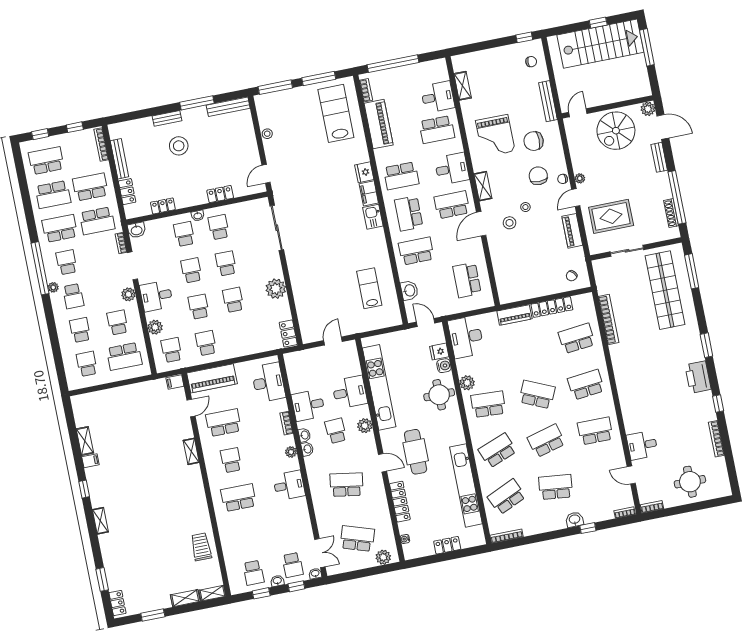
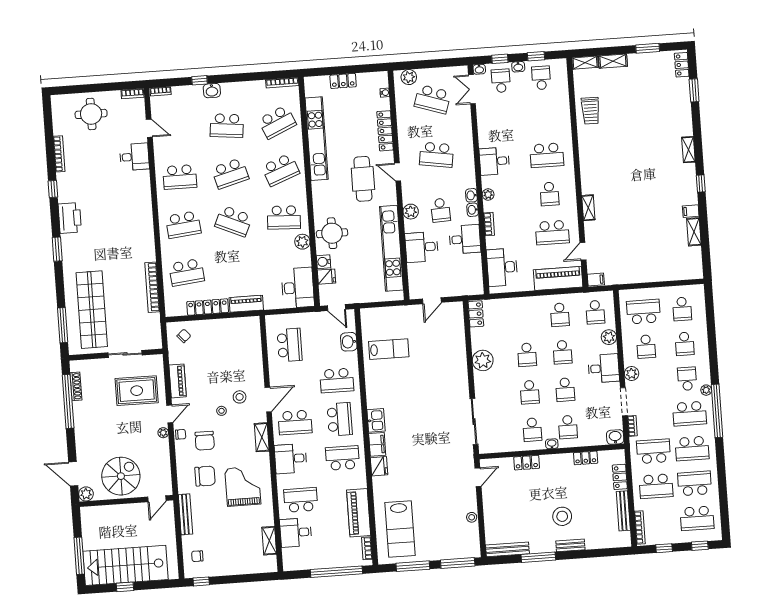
bench: (659, 157) -> (81, 444), removed
school desk: (67, 262) -> (690, 414), width x1.85
lab bench: (369, 288) -> (389, 349), turned -90

